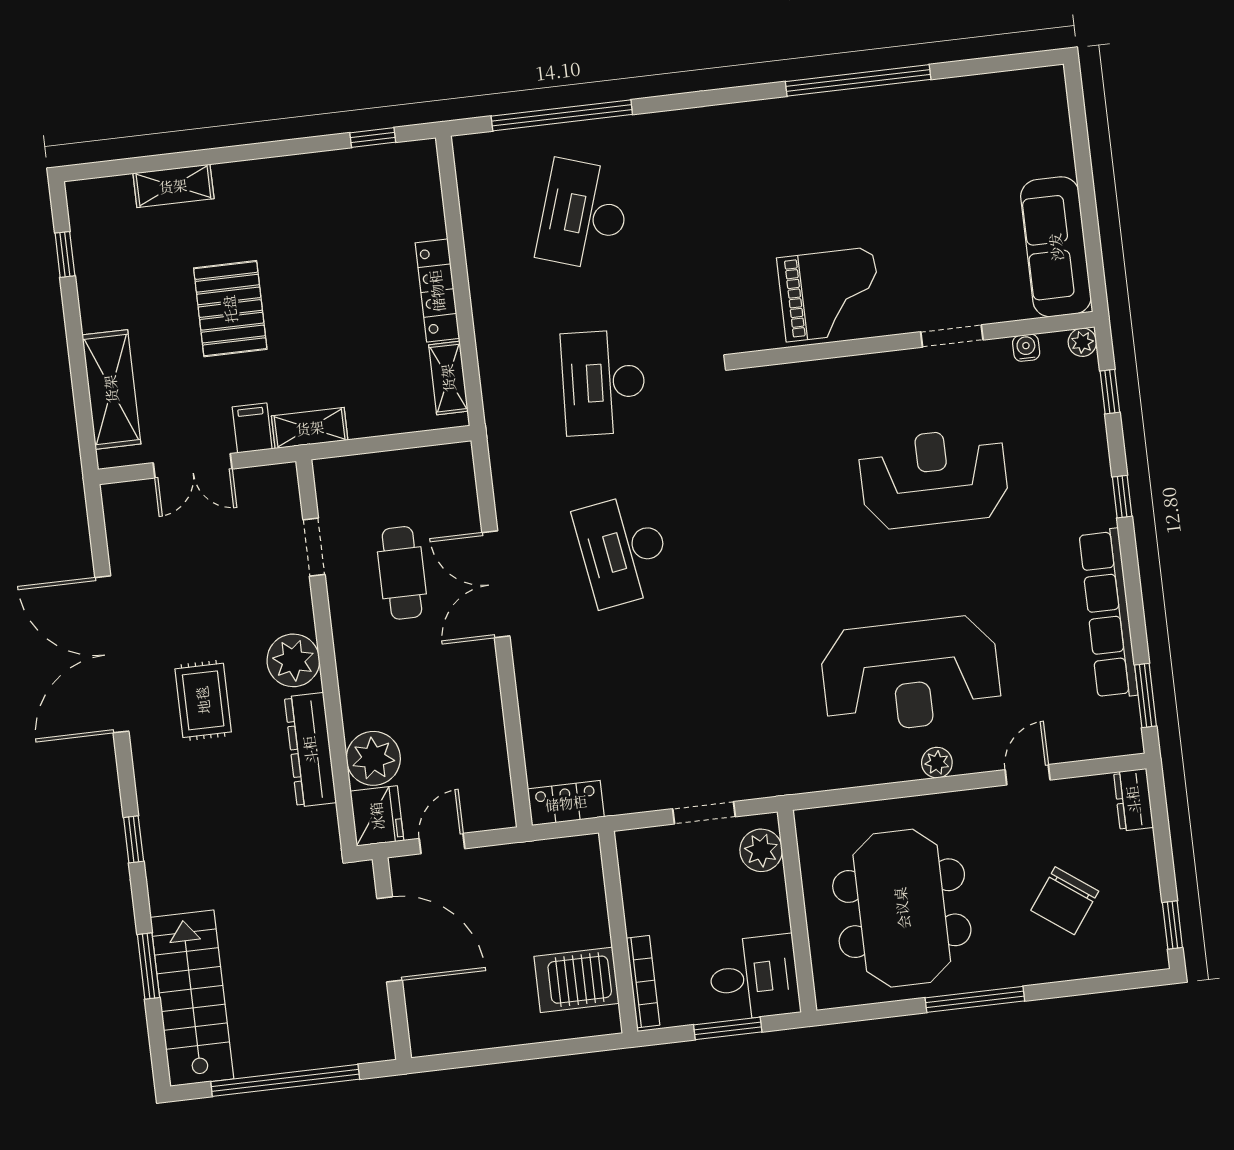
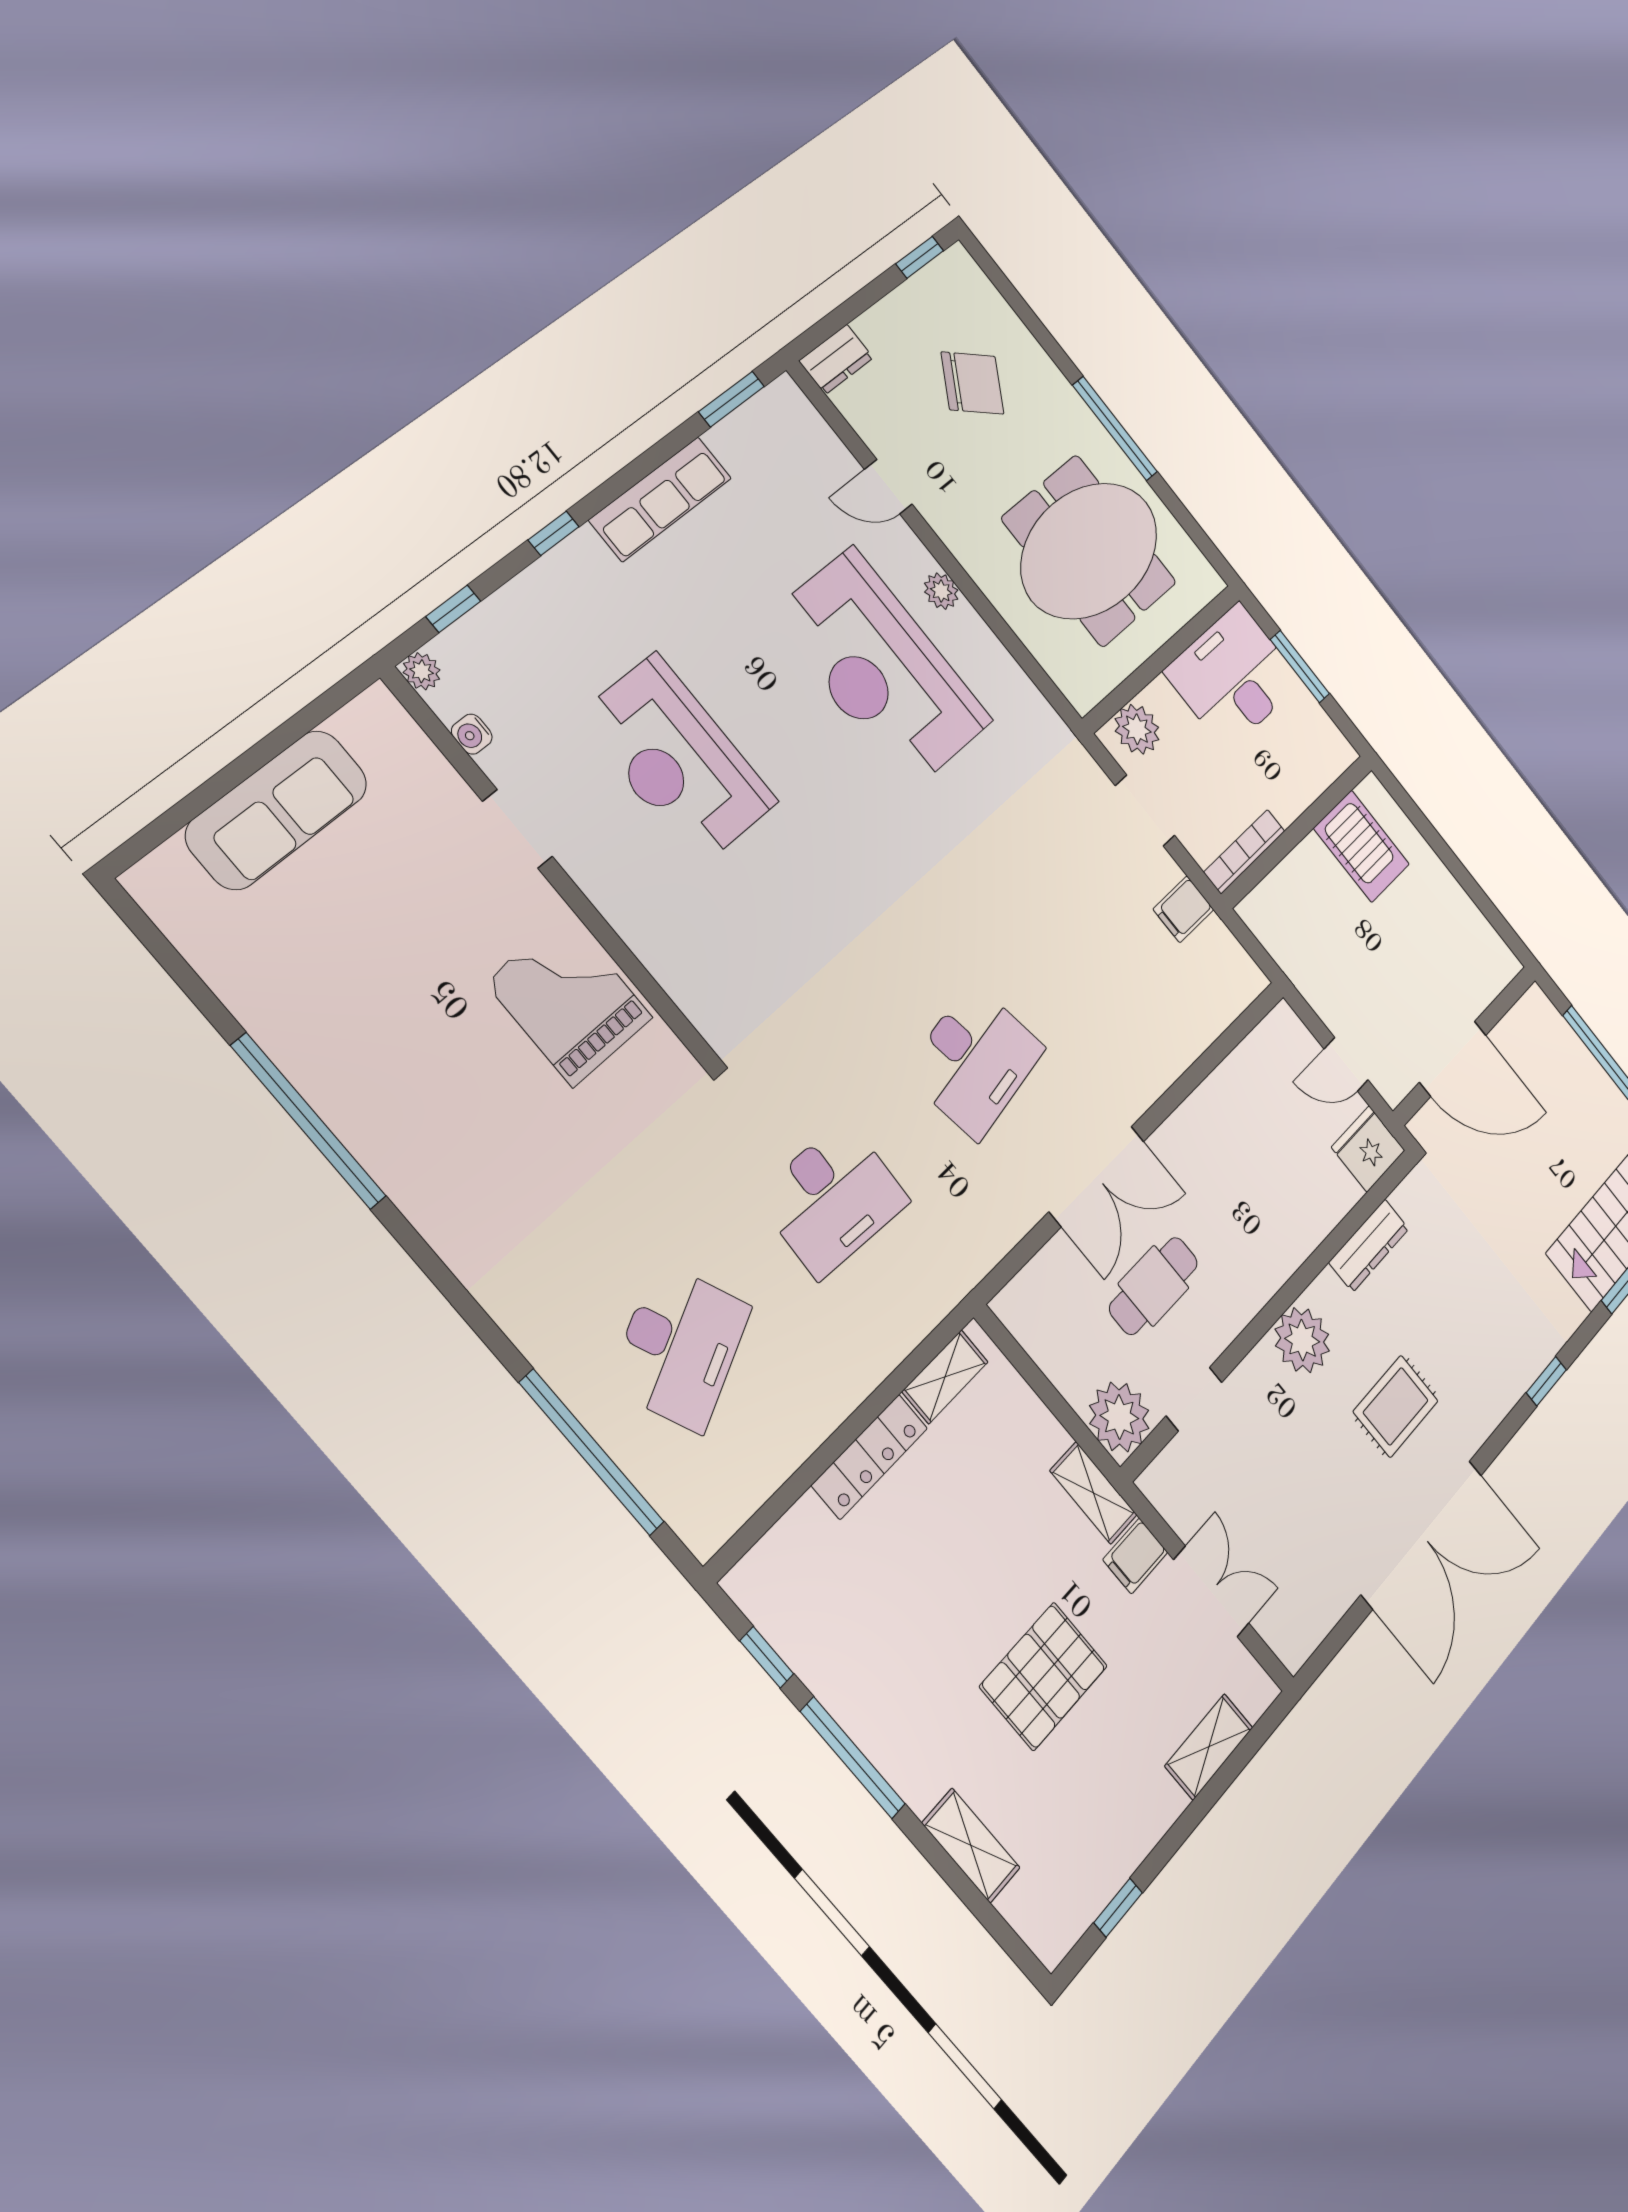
window: (278, 149) -> (853, 1758), added
desk: (584, 215) -> (680, 1347), turned -42
sofa: (1056, 247) -> (277, 810), moved
shelving: (111, 389) -> (1209, 1747), width x0.67, depth x0.75
row of seats: (1108, 614) -> (661, 499), width x0.73
reception desk: (911, 675) -> (881, 669), turned 180
dresser: (310, 750) -> (1369, 1246), width x0.73, depth x0.80
plant: (373, 758) -> (1119, 1417), moved
filing cabinet: (622, 792) -> (1183, 909), added
locker: (566, 803) -> (1231, 961), removed
door: (390, 939) -> (1453, 1059), swing flipped
desk: (754, 978) -> (1233, 677), width x1.37
bookcase: (643, 982) -> (1244, 852), moved

